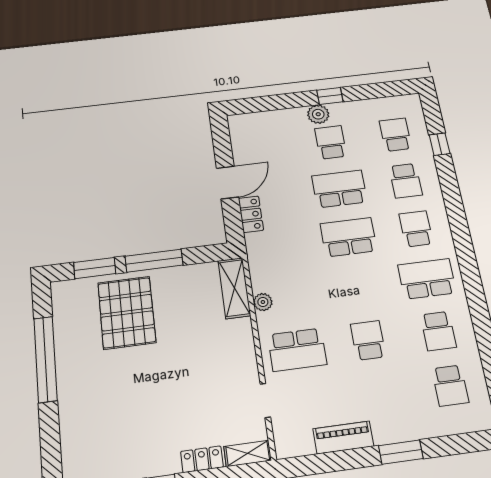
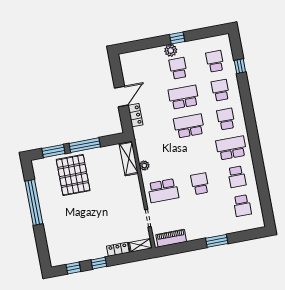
school desk: (406, 181) -> (220, 90), turned 180
piano: (343, 437) -> (171, 238), moved

